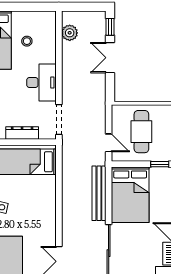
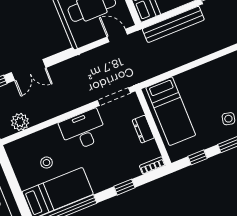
dresser: (22, 133) -> (143, 129), width x0.70
door: (109, 143) -> (117, 36), hinge flipped

